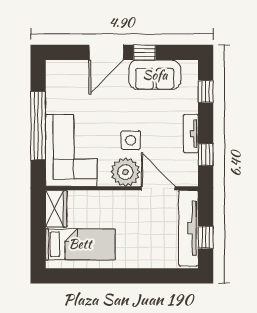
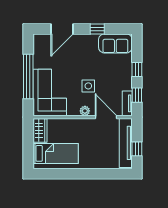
door: (106, 52) -> (62, 29), moved
sofa: (155, 75) -> (115, 43), moved
window: (206, 92) -> (137, 70), moved
tv unit: (191, 134) -> (127, 103), moved
plant: (125, 172) -> (85, 111), width x0.53, depth x0.53

